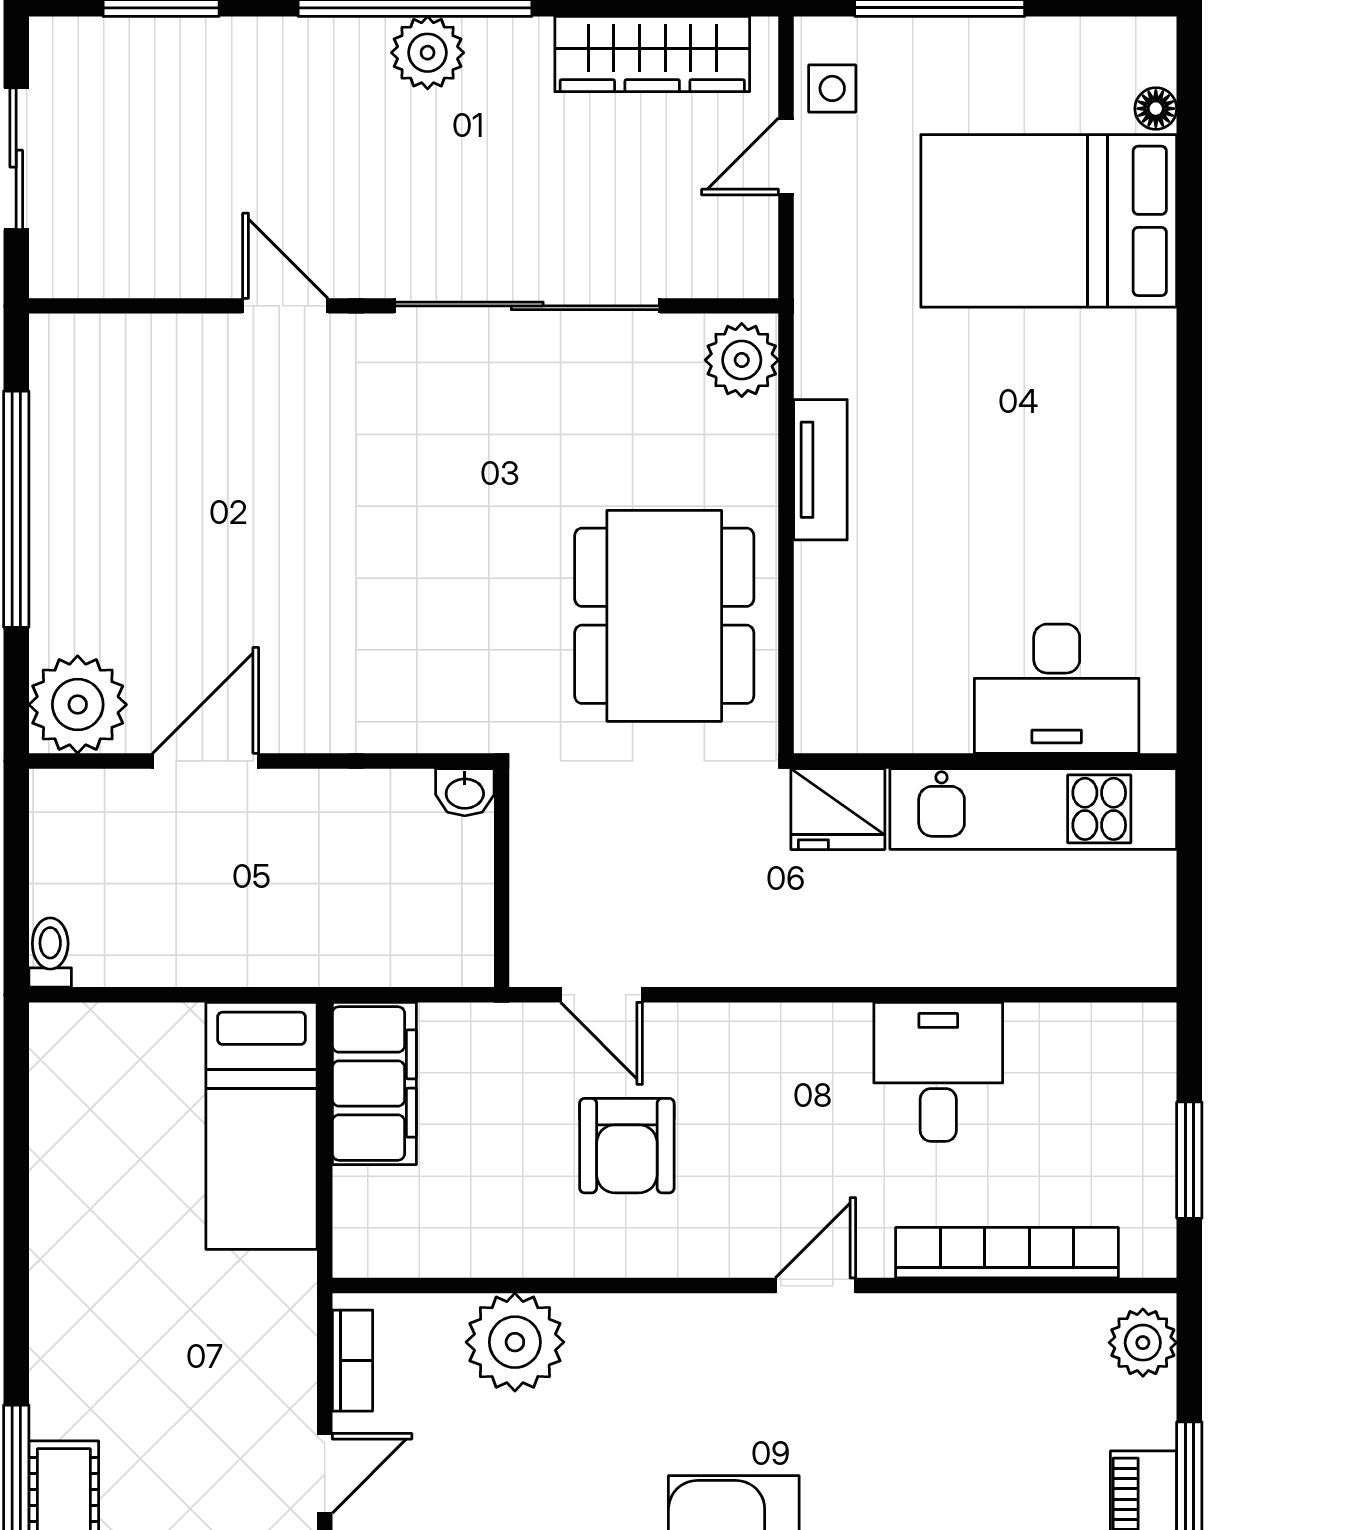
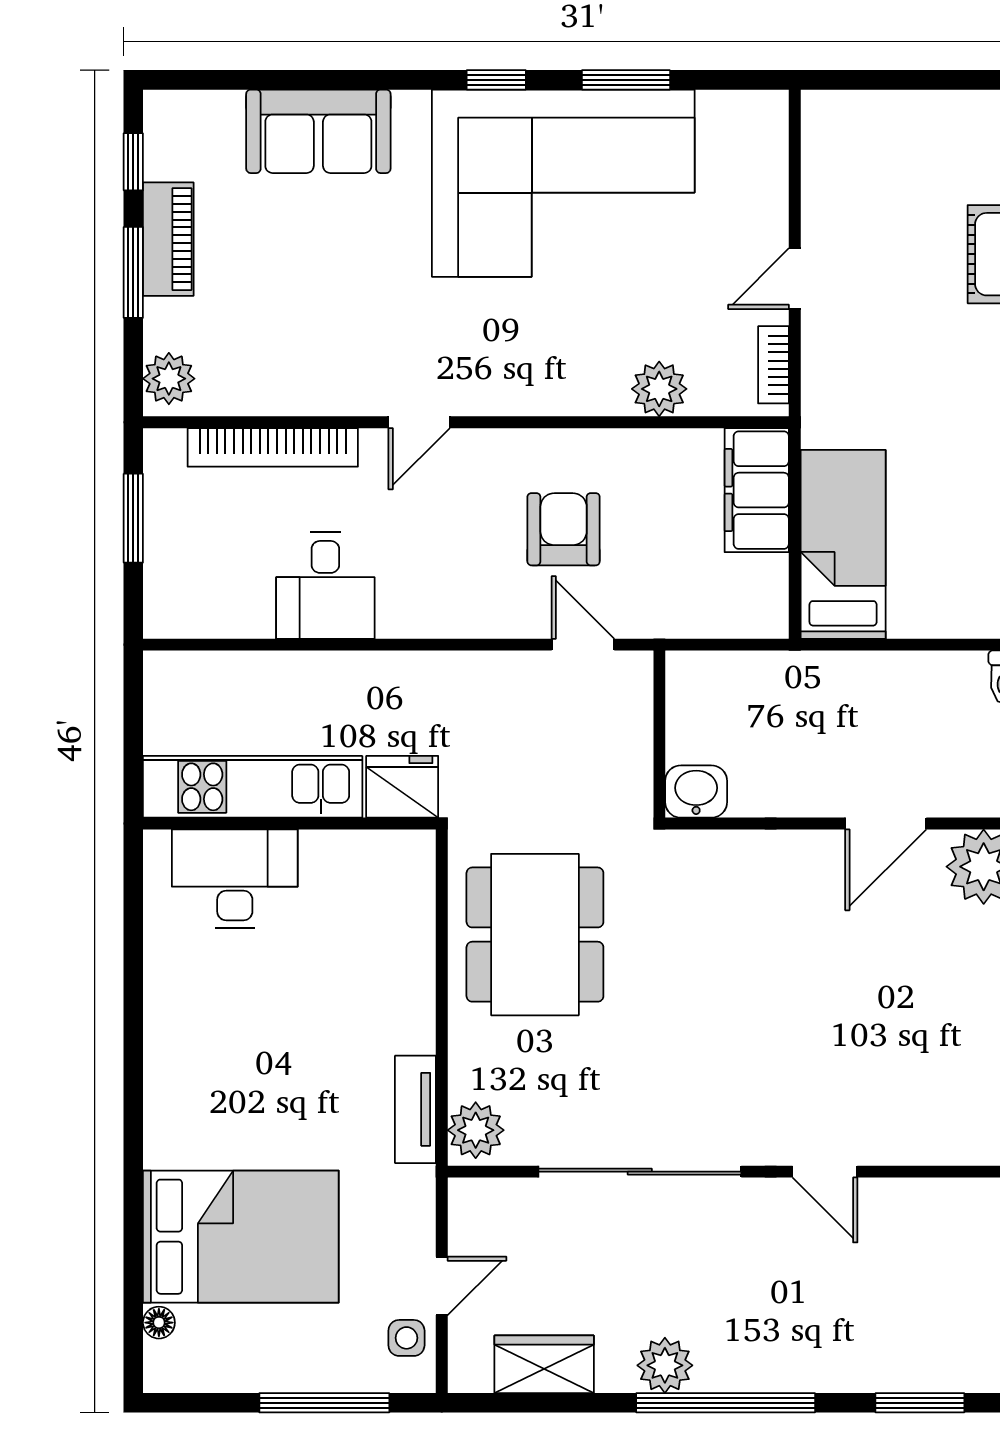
plant: (428, 53) -> (665, 1365), moved
wardrobe: (652, 54) -> (544, 1364), width x0.67
tv unit: (820, 470) -> (415, 1109), moved
washbasin: (465, 792) -> (696, 792), width x1.38, depth x1.45
filing cabinet: (374, 1083) -> (757, 490), moved
plant: (515, 1342) -> (659, 389), width x0.73, depth x0.73

